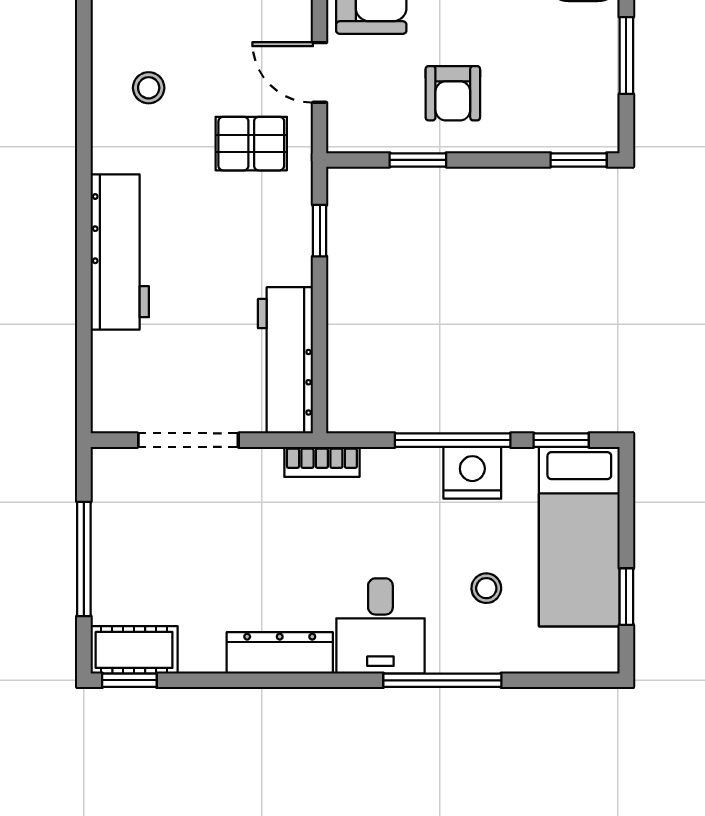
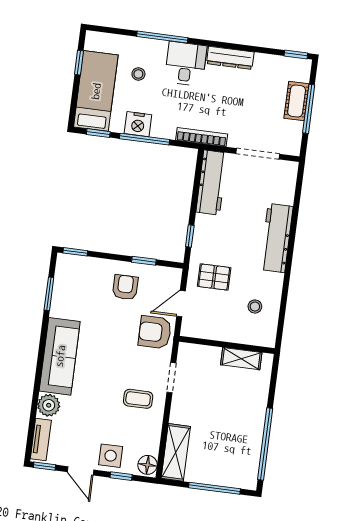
door: (320, 72) -> (181, 304), swing flipped
bookcase: (322, 462) -> (202, 137), width x1.56
cot: (134, 650) -> (297, 101), moved, turned 90

